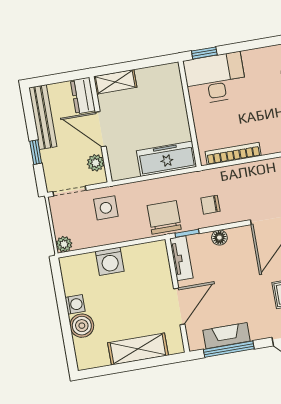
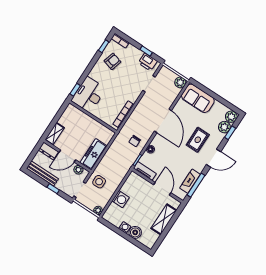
freezer: (167, 159) -> (94, 154), moved
chair: (164, 217) -> (123, 163), removed

